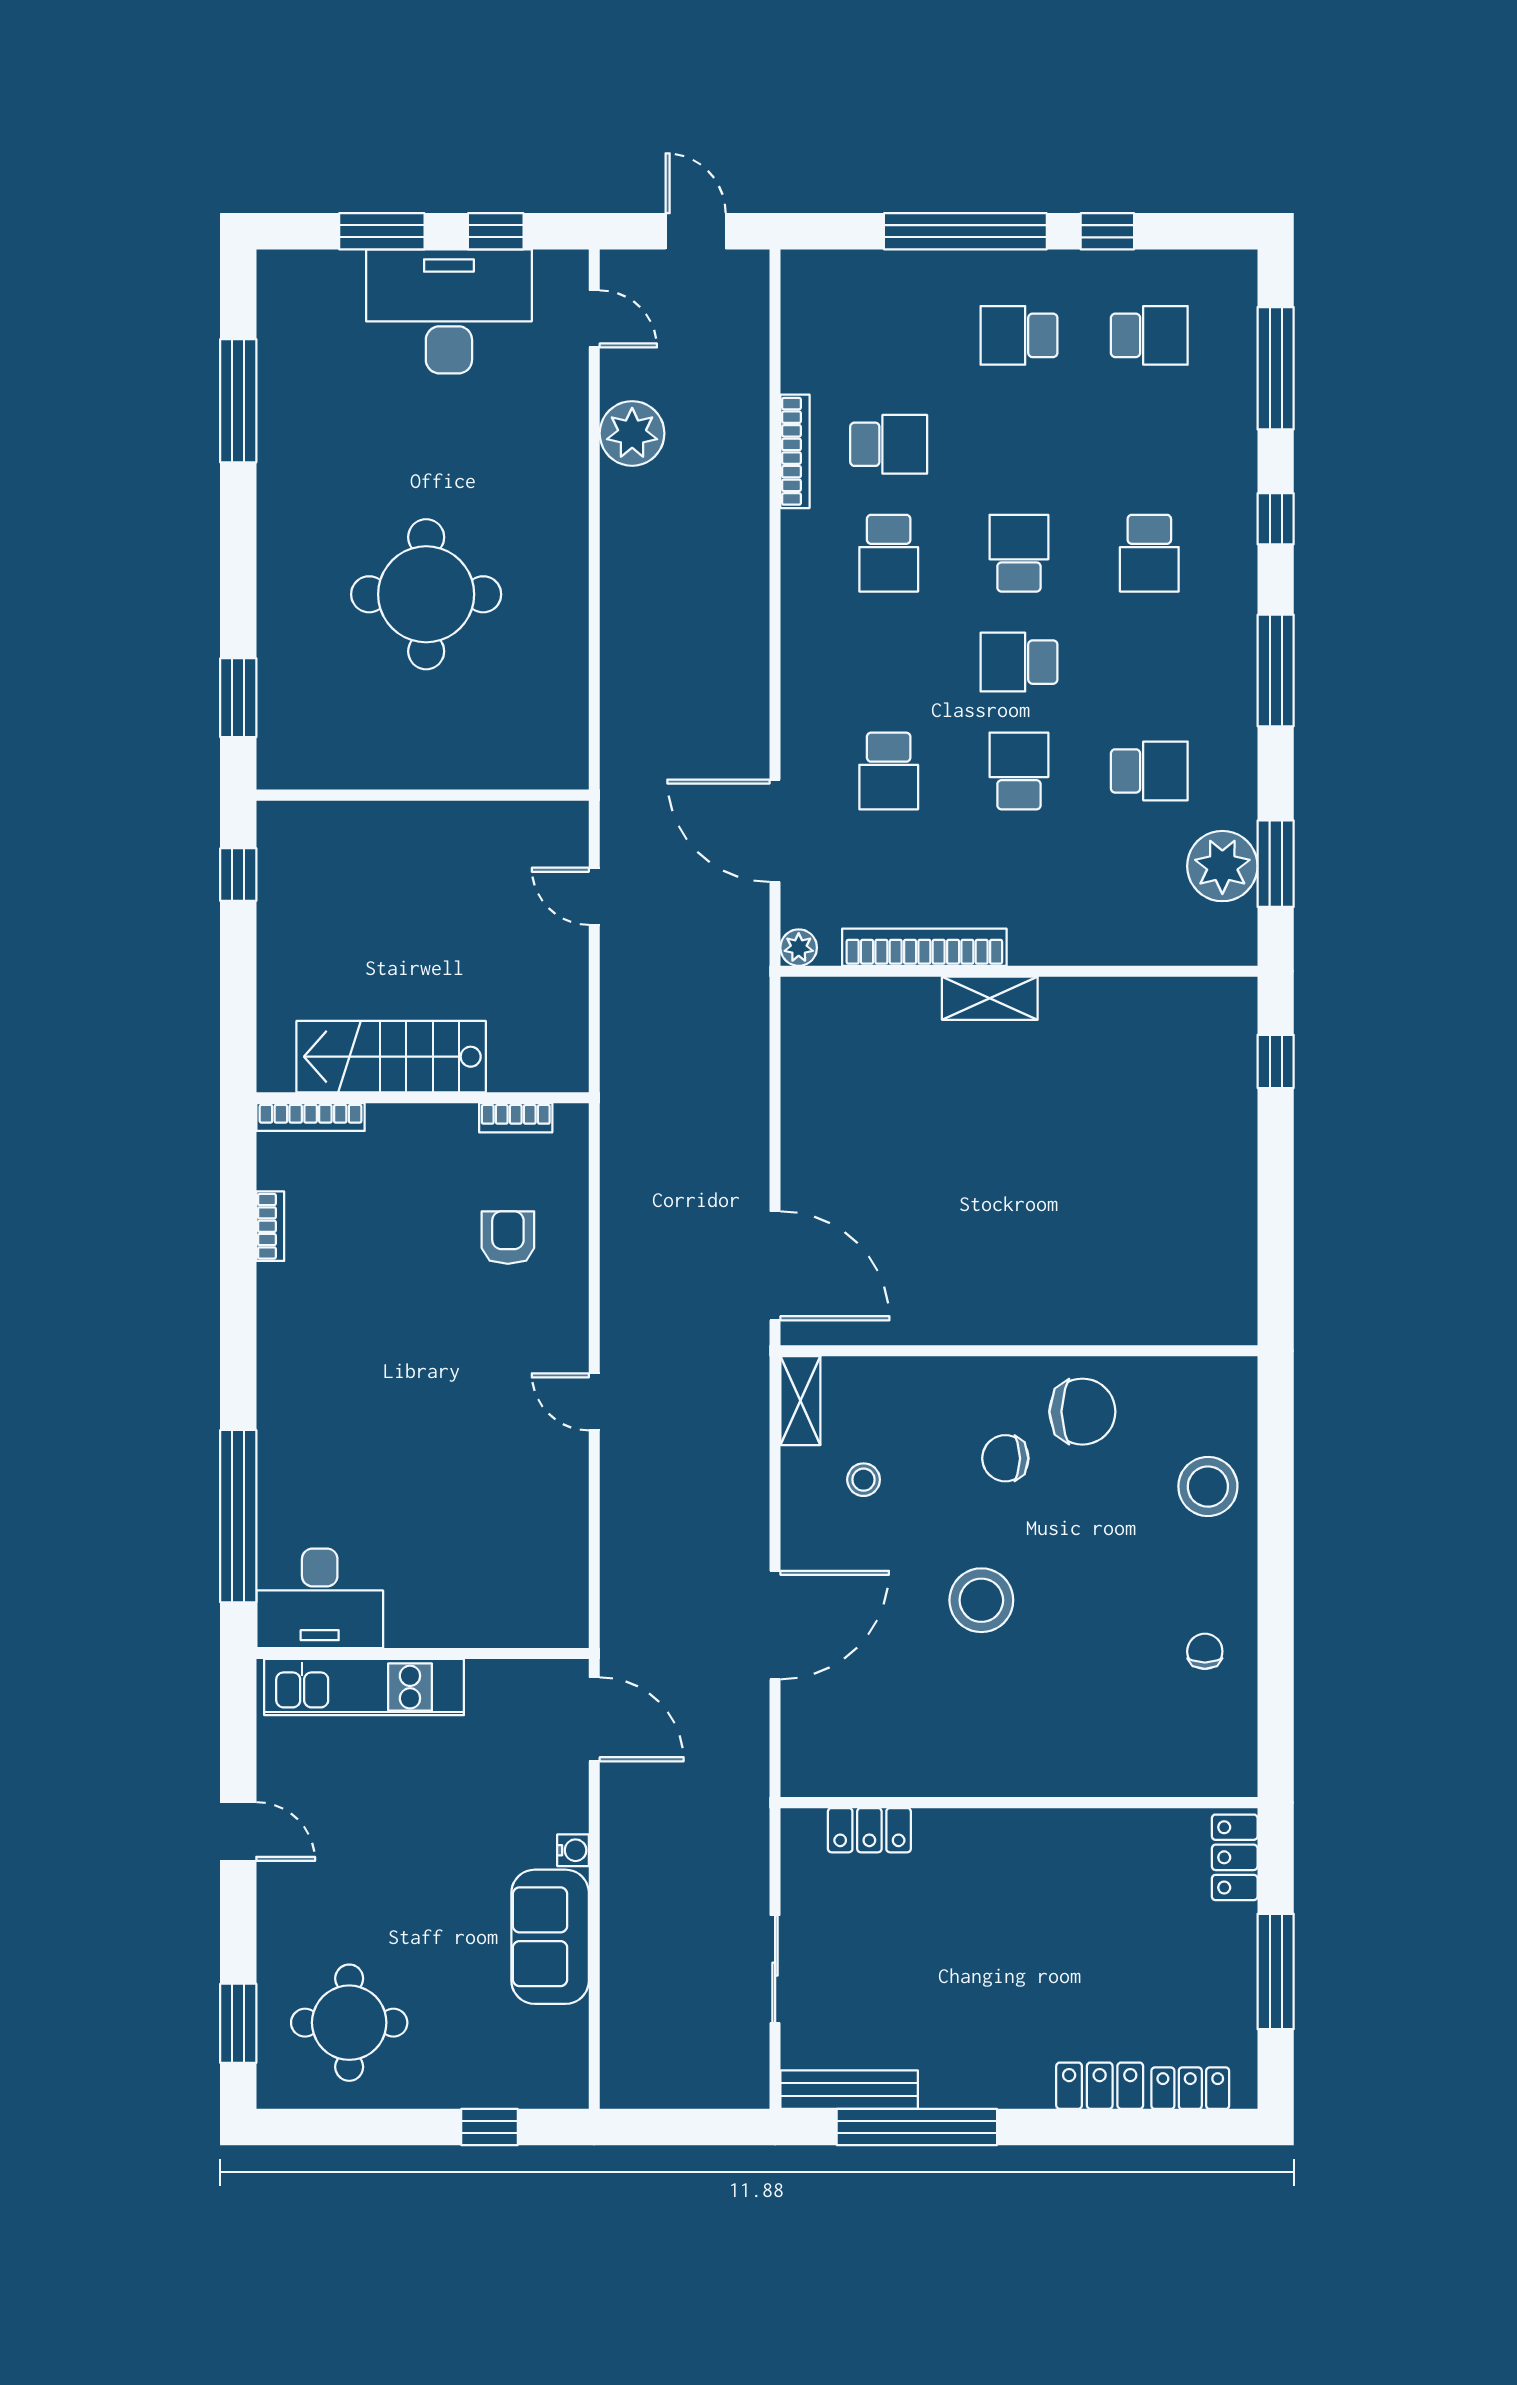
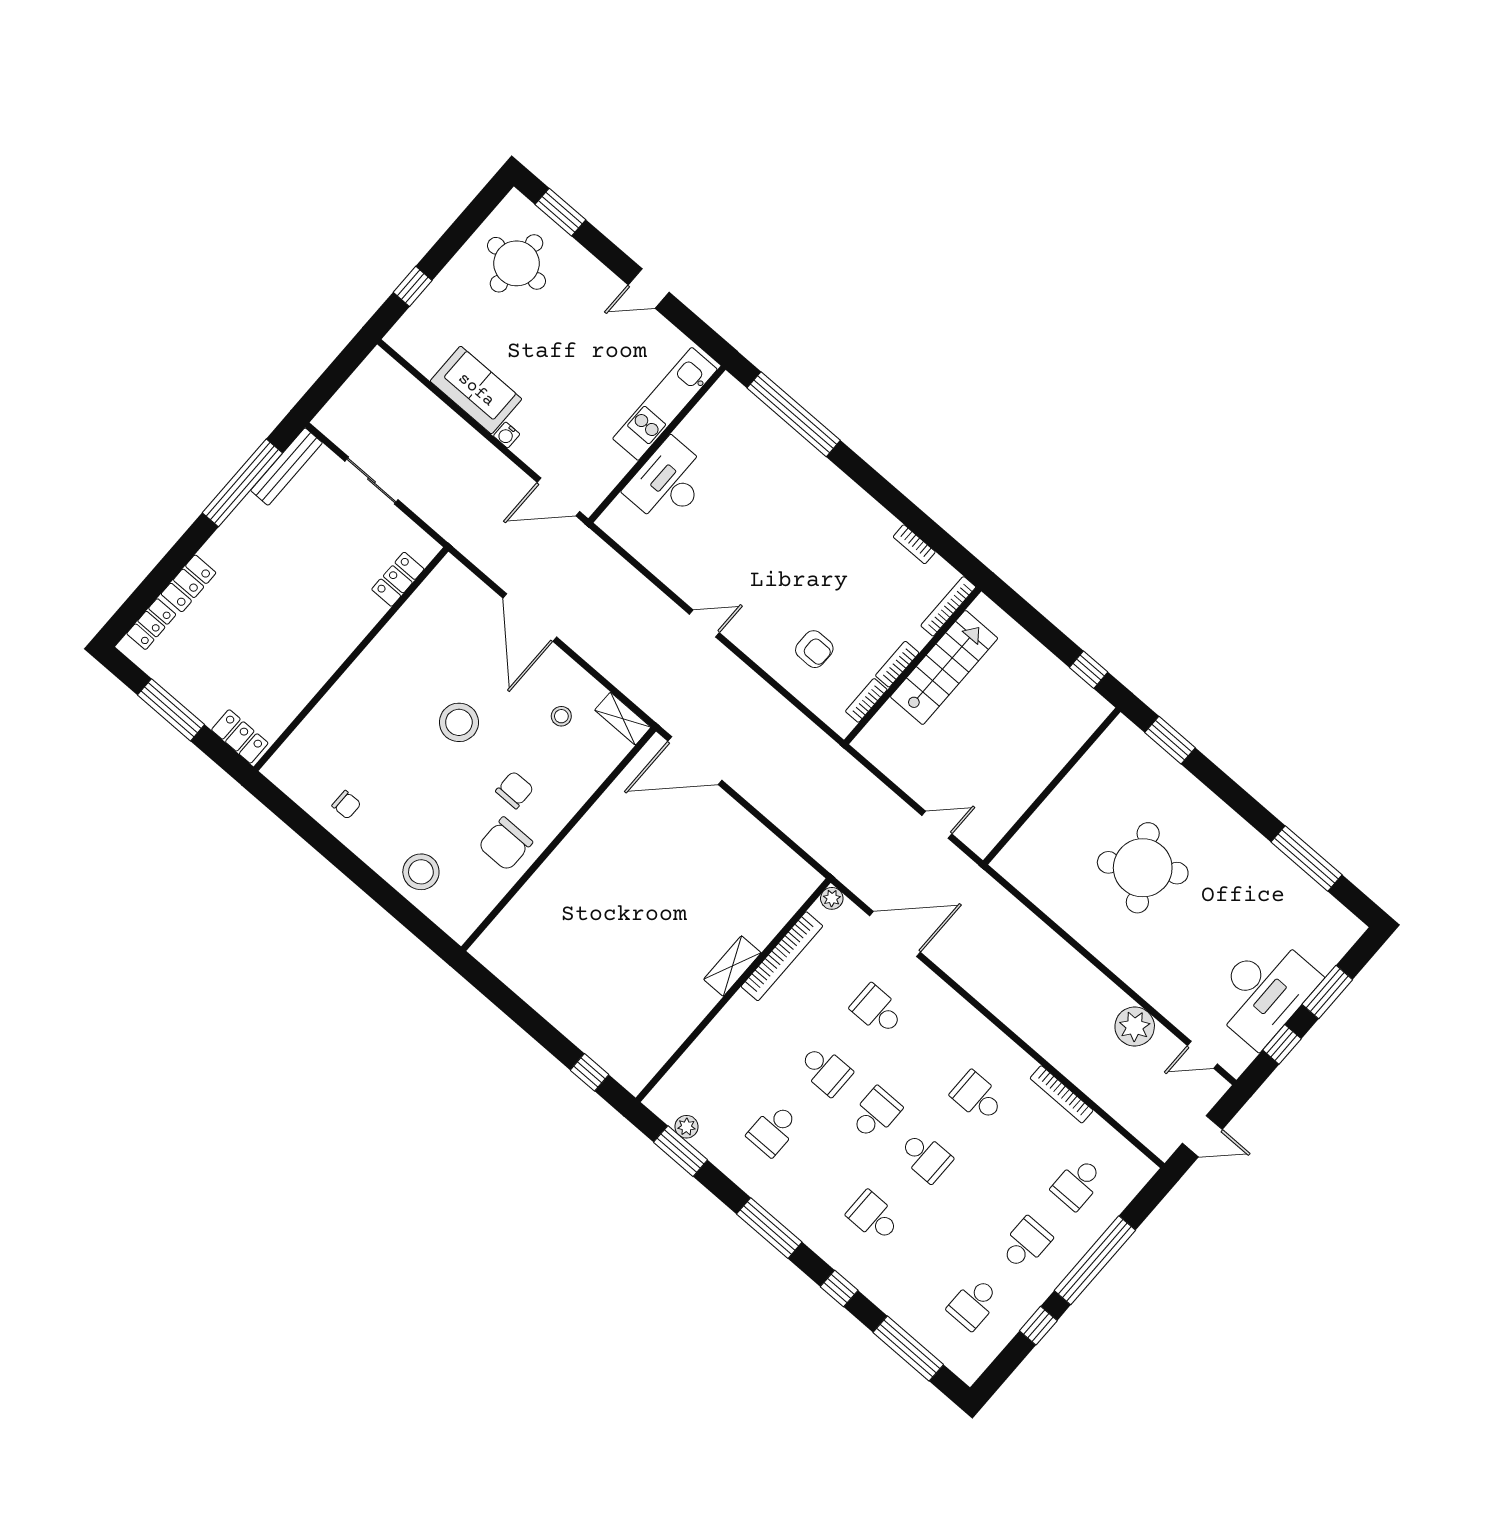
school desk: (889, 444) -> (1078, 1184), moved
round table: (426, 594) -> (1143, 868), turned -32
plant: (1222, 866) -> (686, 1127), width x0.53, depth x0.53
bookcase: (437, 1118) -> (897, 664), added
desk: (320, 1598) -> (668, 482), moved

